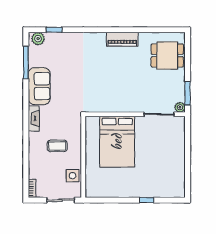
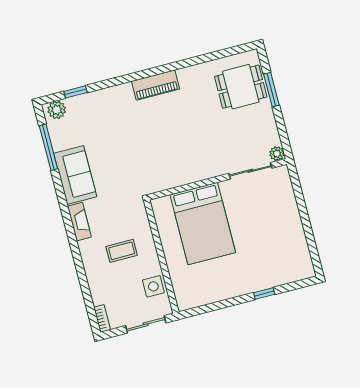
piano: (122, 39) -> (156, 85), moved
window: (188, 93) -> (271, 90), moved

